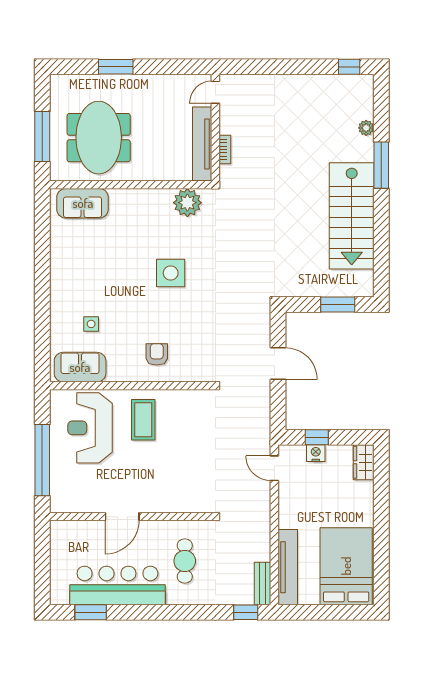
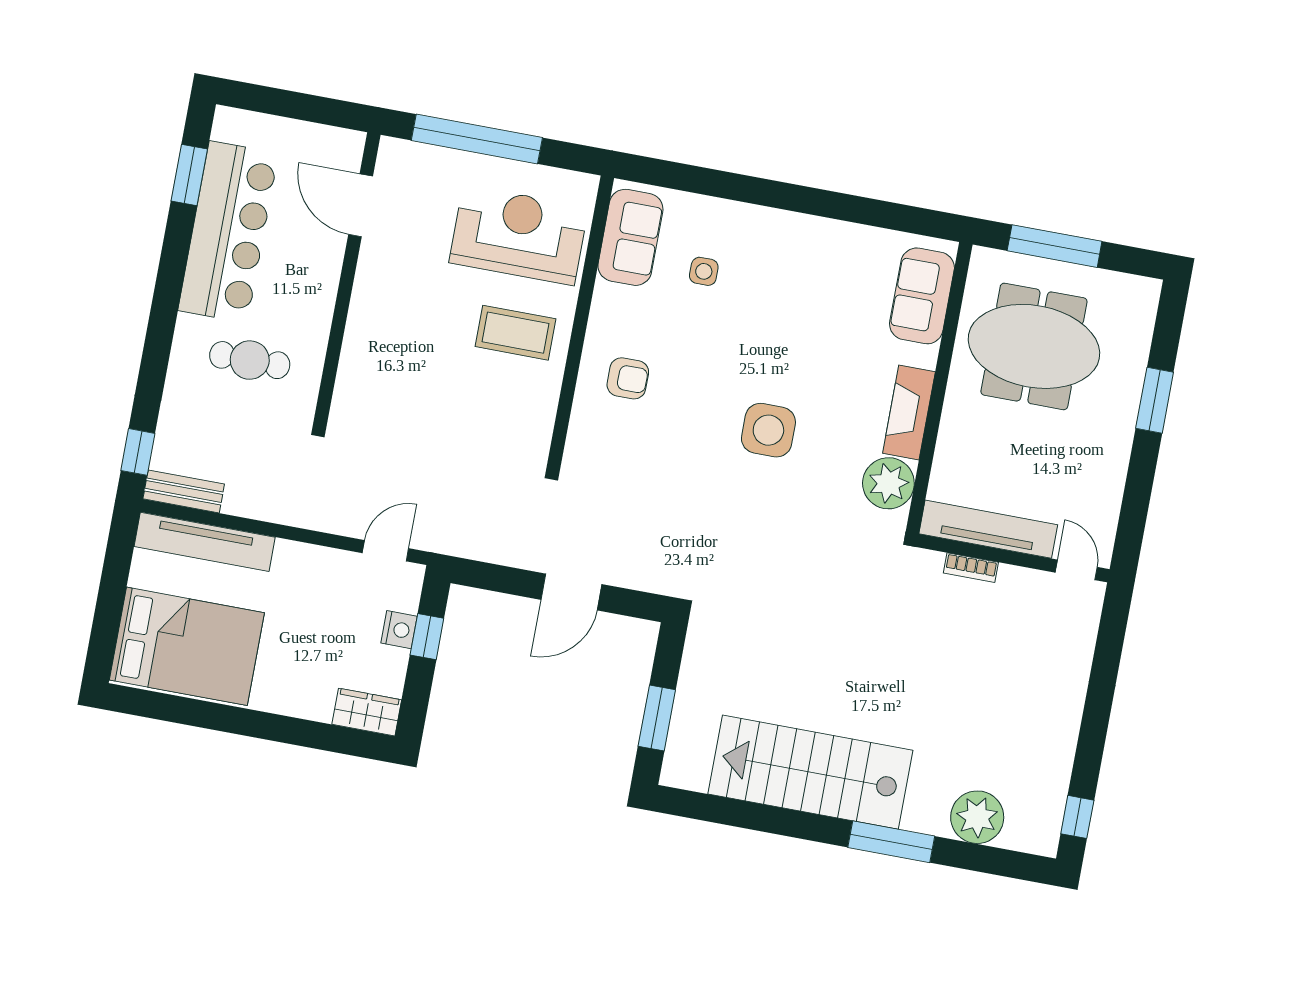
plant: (366, 128) -> (977, 817), width x1.88, depth x1.88
fireplace: (147, 199) -> (909, 412), added
door: (122, 517) -> (361, 205), moved

